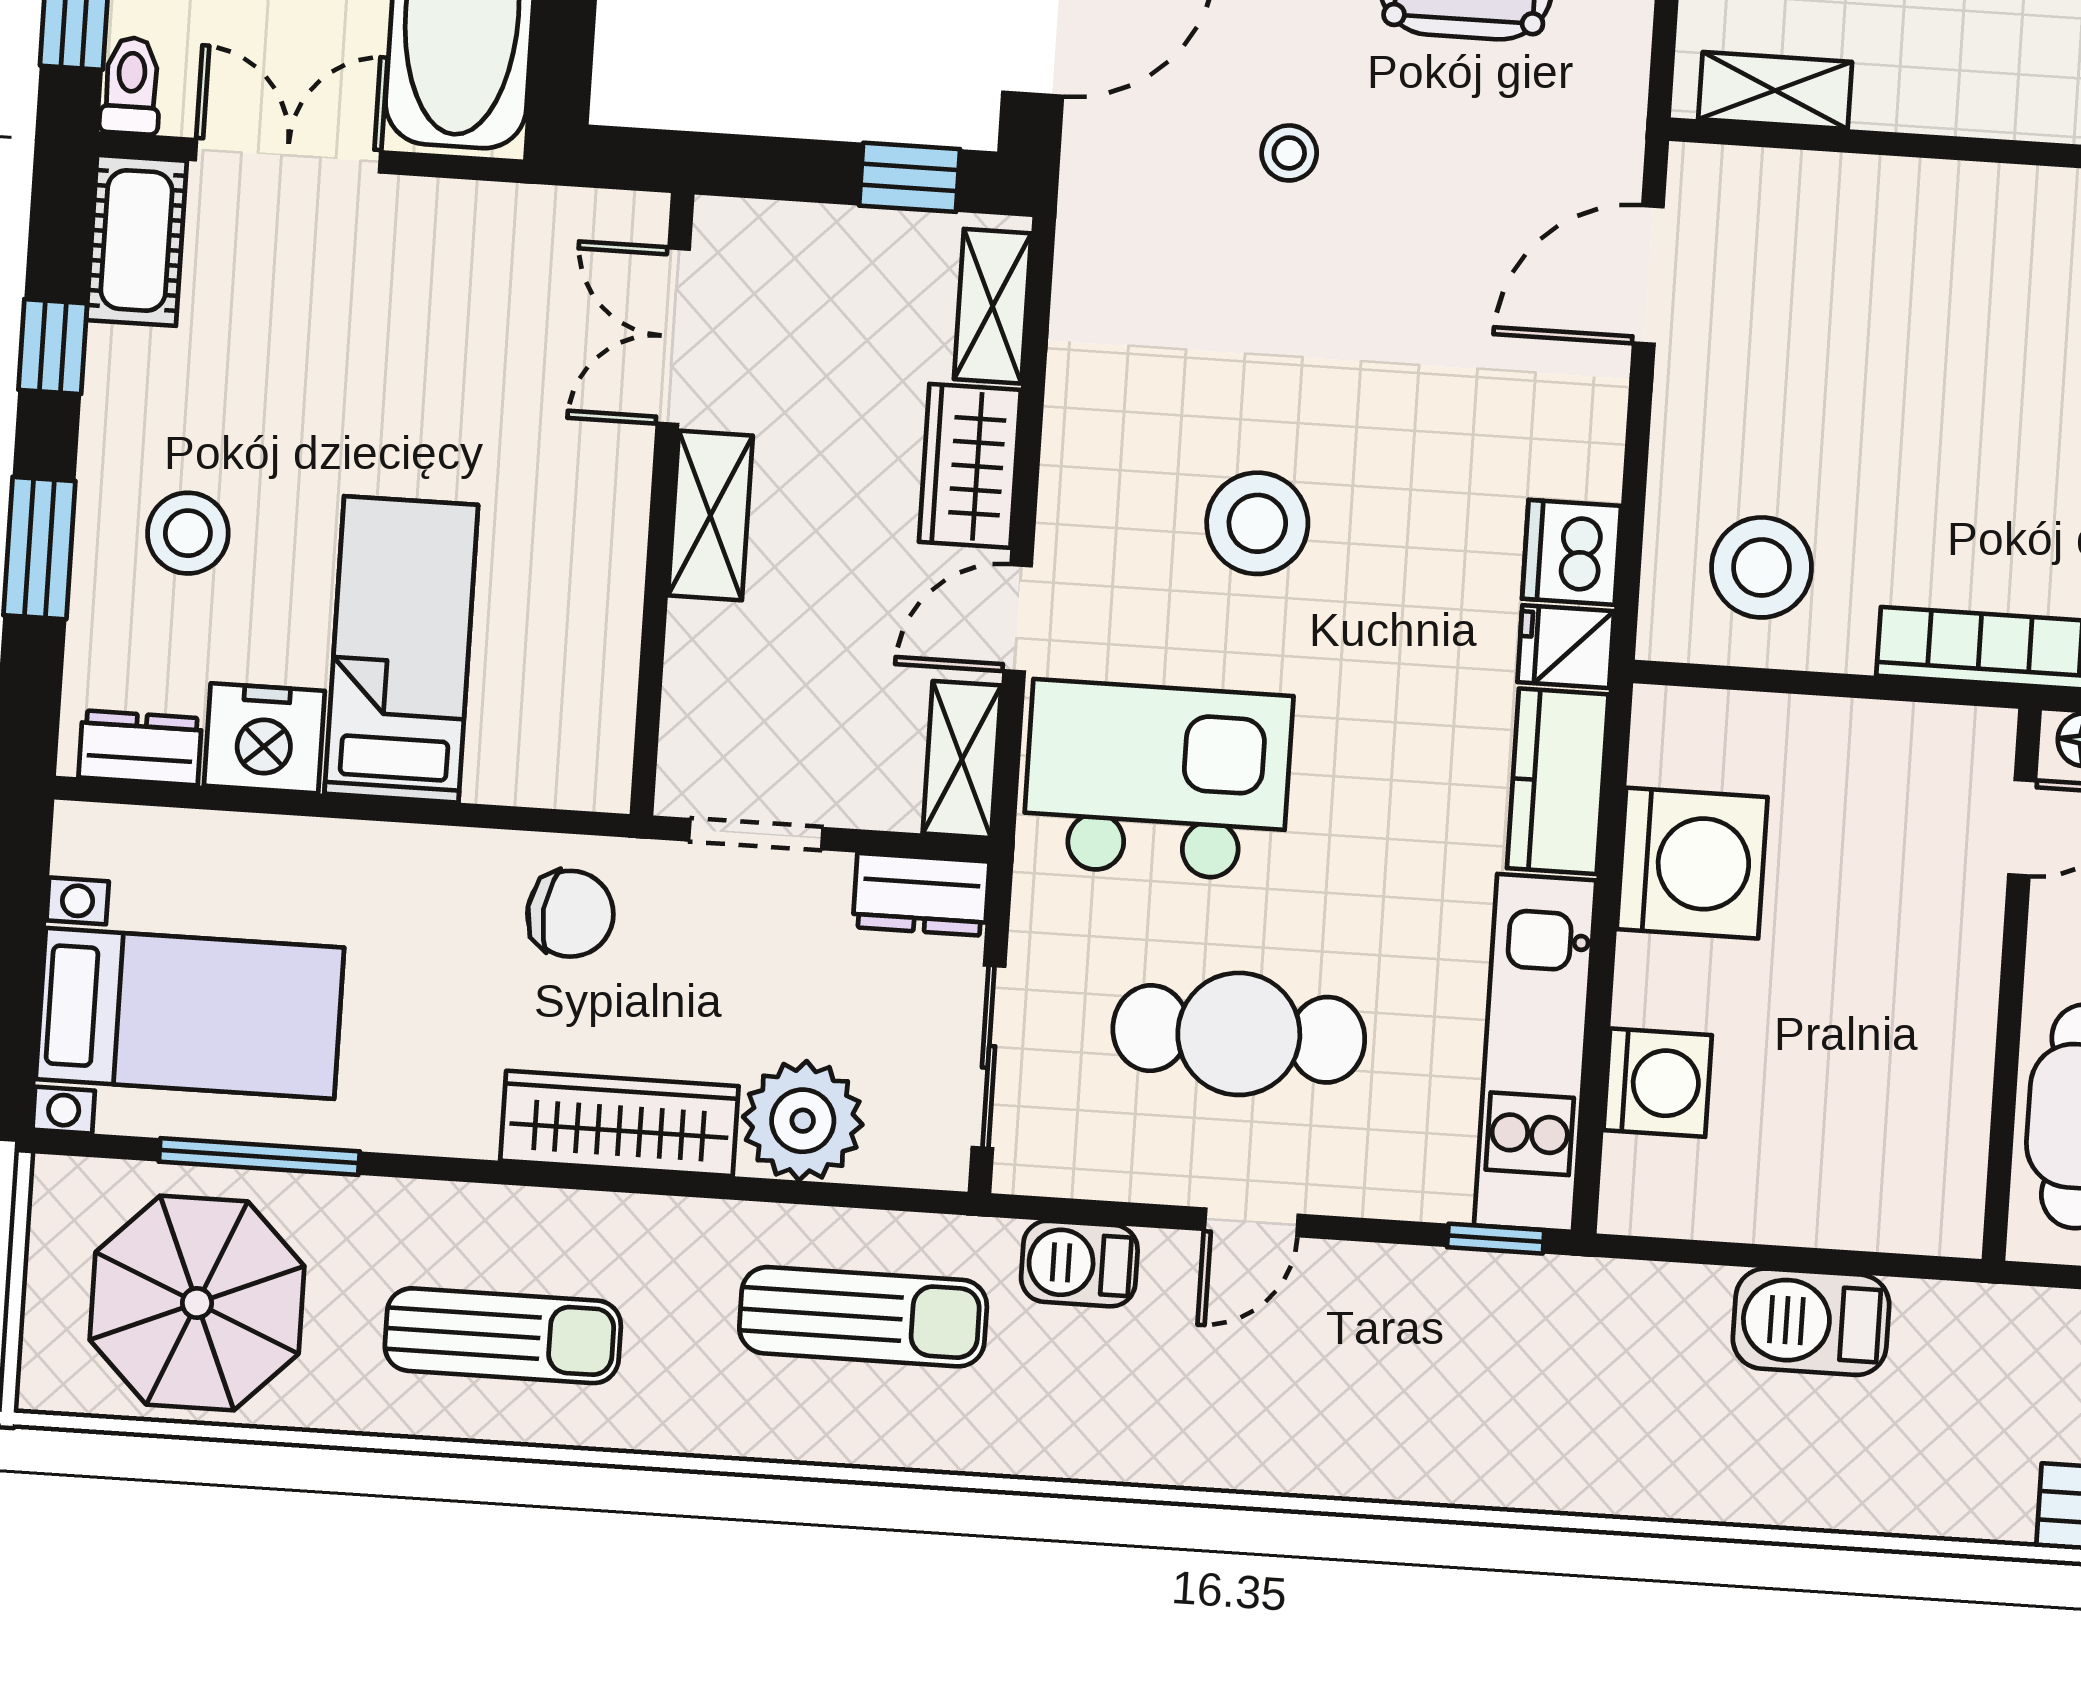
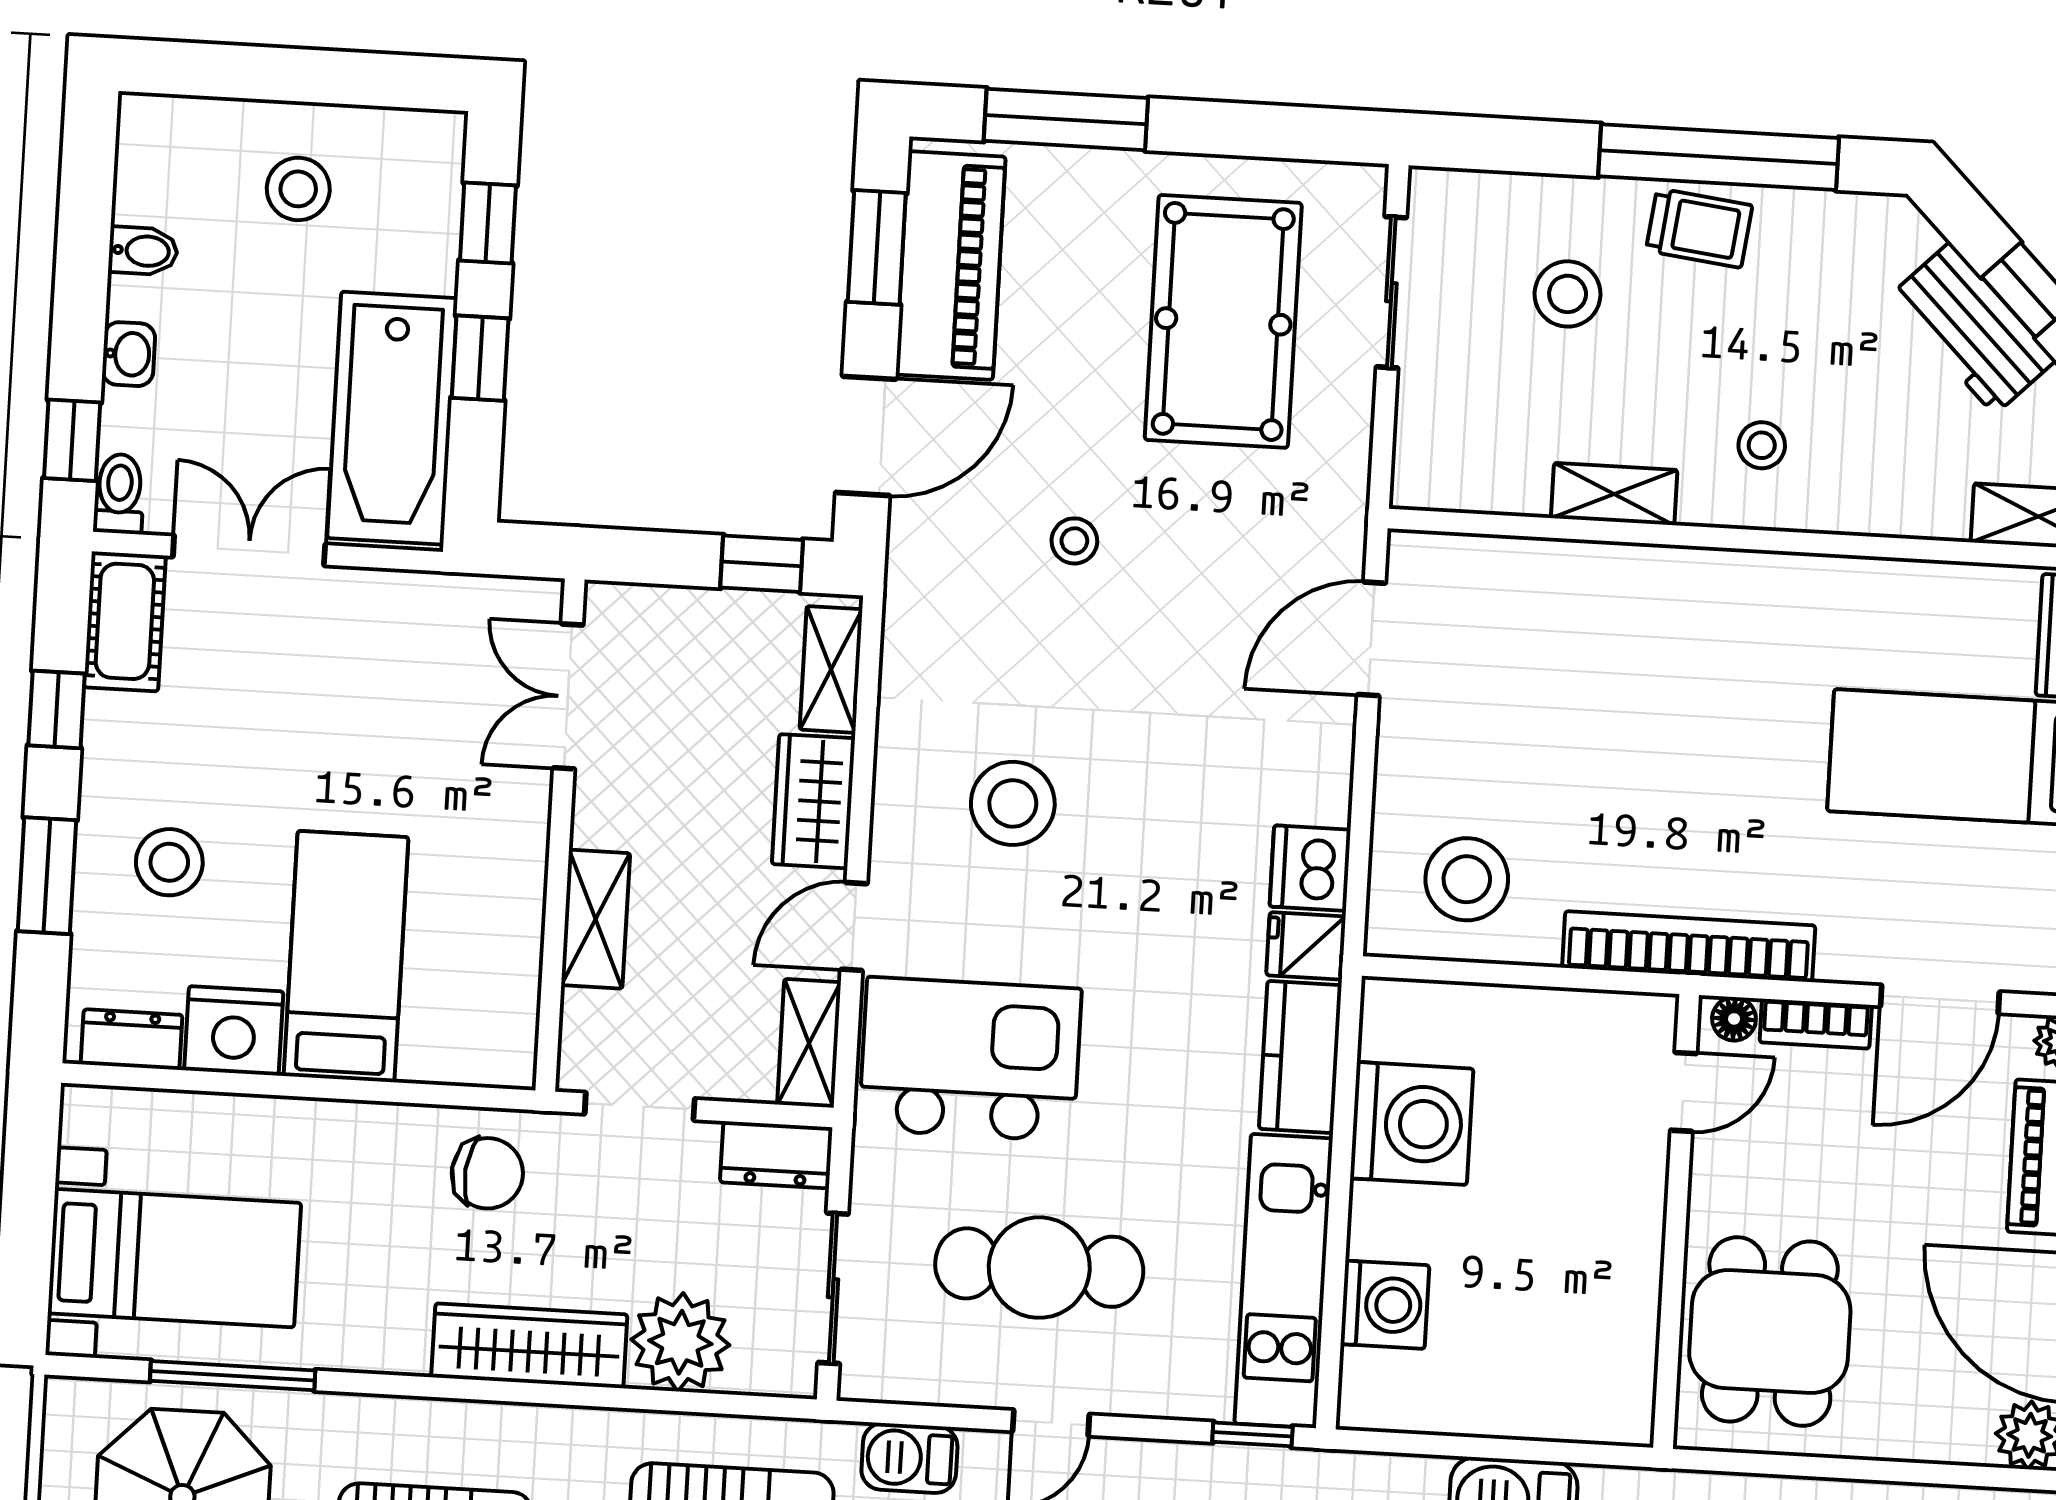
shelving: (1775, 91) -> (1614, 494), moved
shelving: (710, 515) -> (596, 919), moved
stool: (1257, 523) -> (1013, 803), moved

